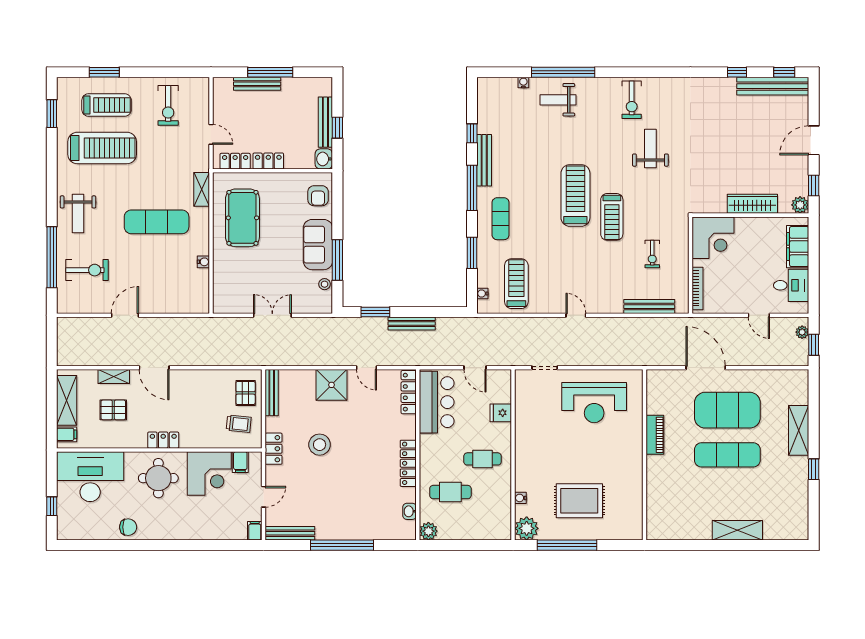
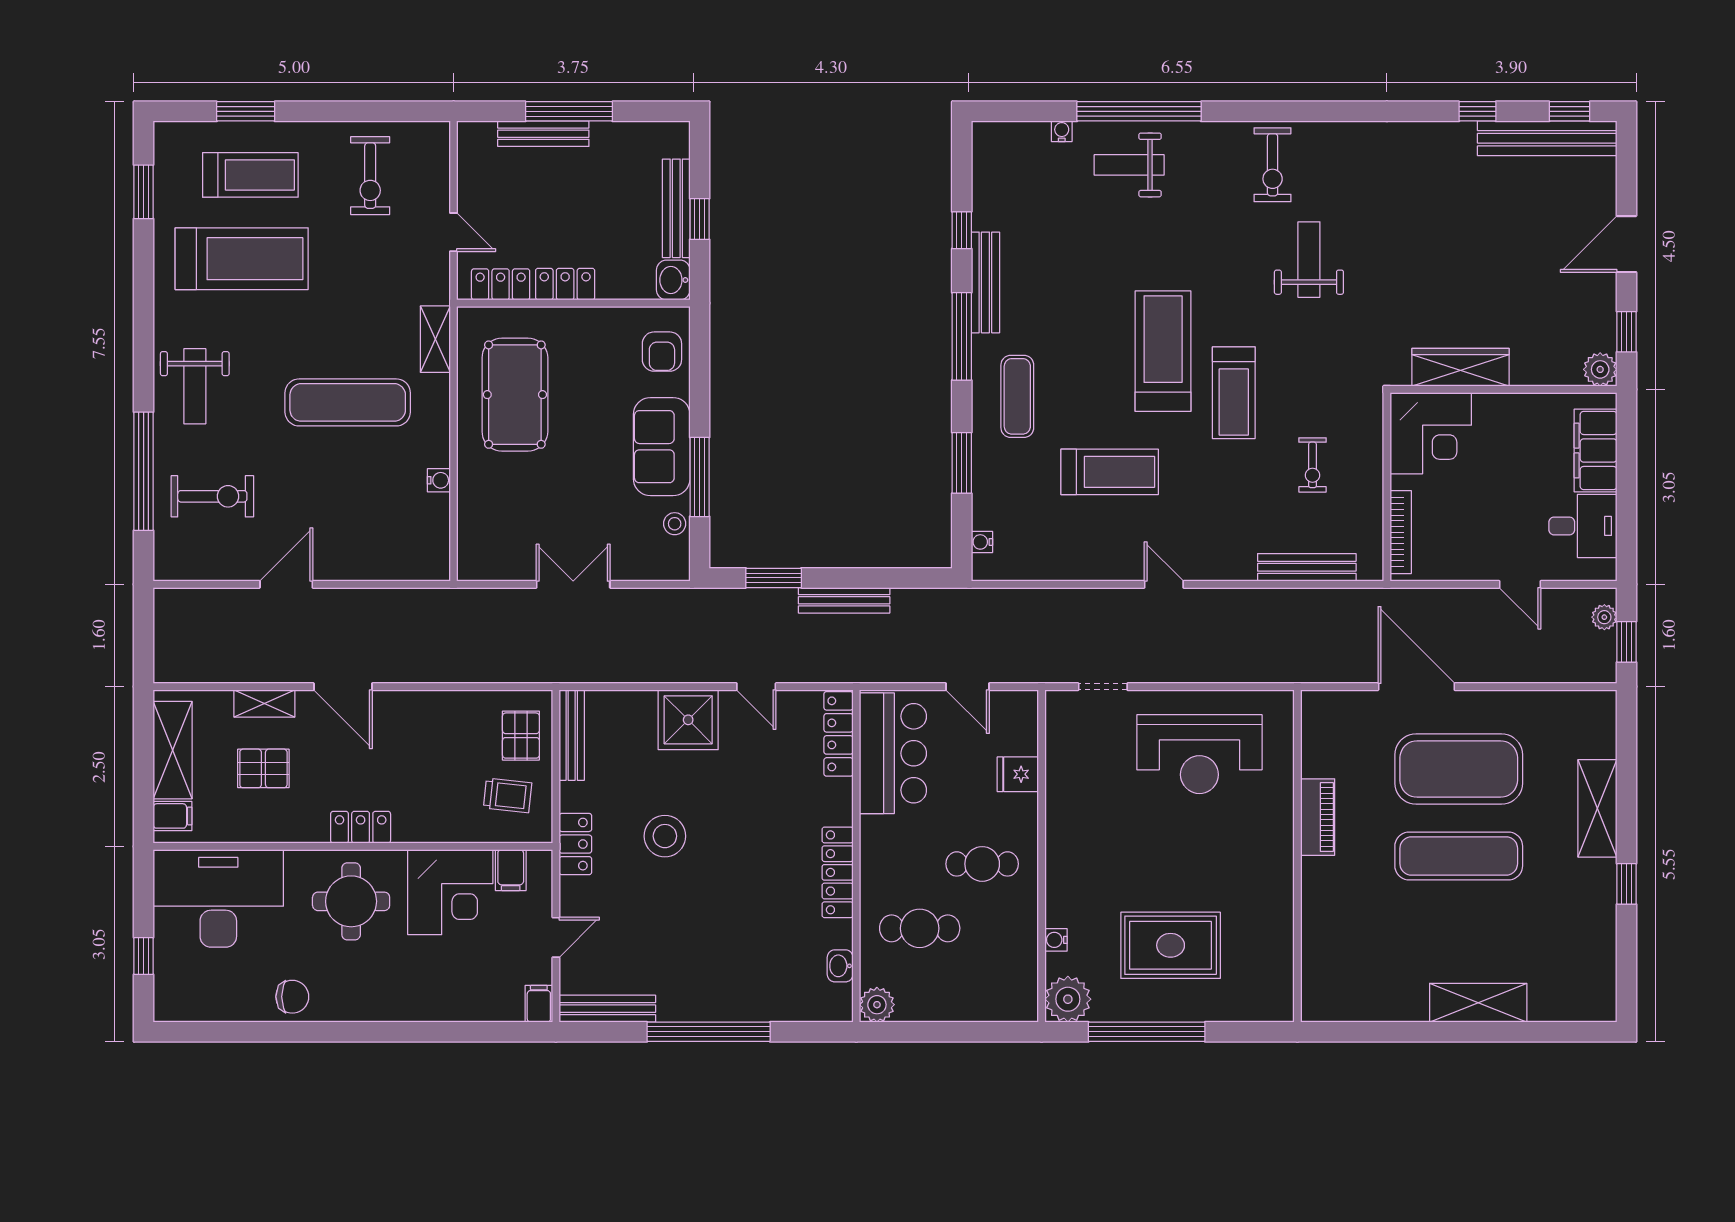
wardrobe: (752, 204) -> (1461, 367), moved
treadmill: (516, 284) -> (1110, 472), moved, turned 90

